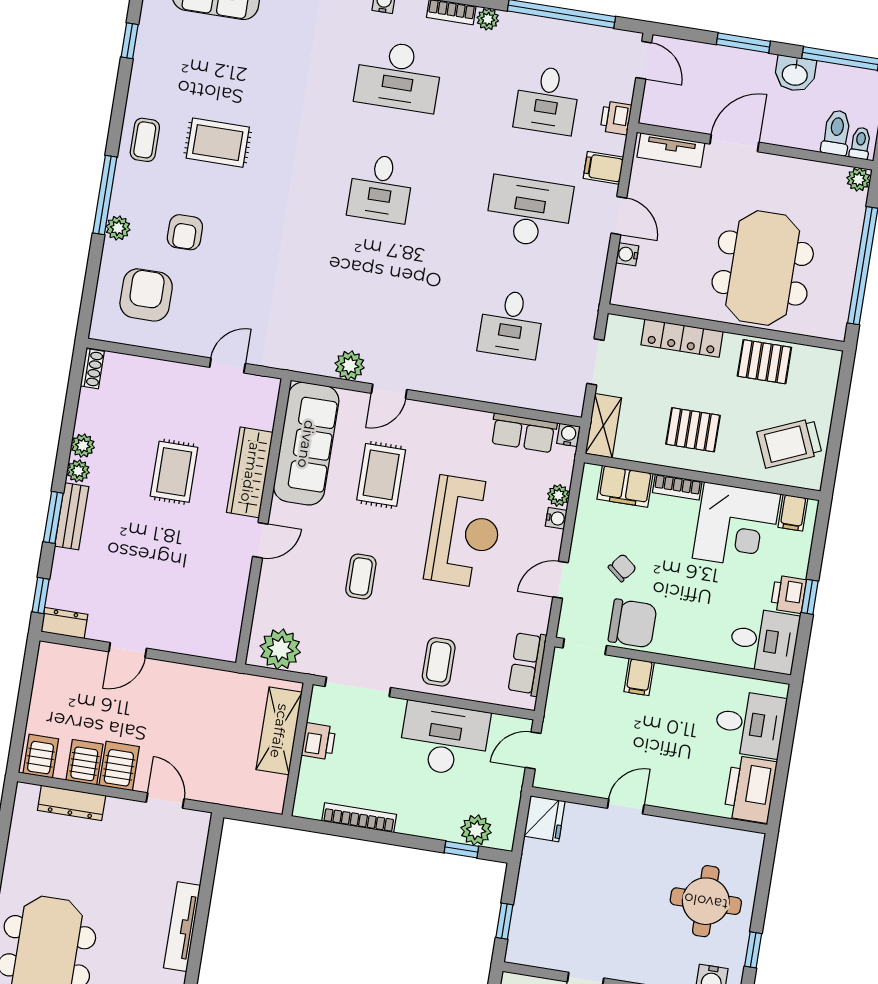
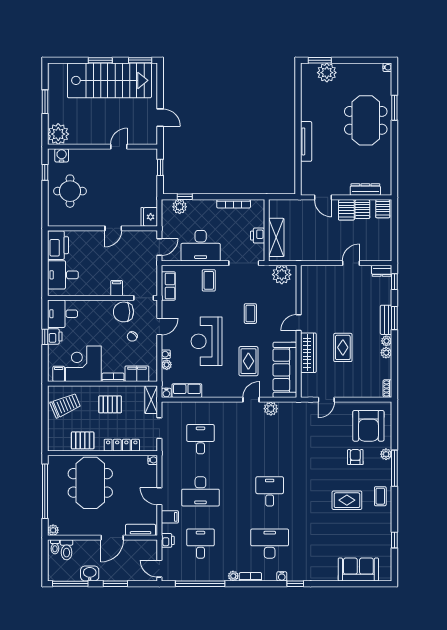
water cooler: (627, 254) -> (153, 460), moved
armchair: (146, 295) -> (368, 426), width x1.36, depth x1.36

